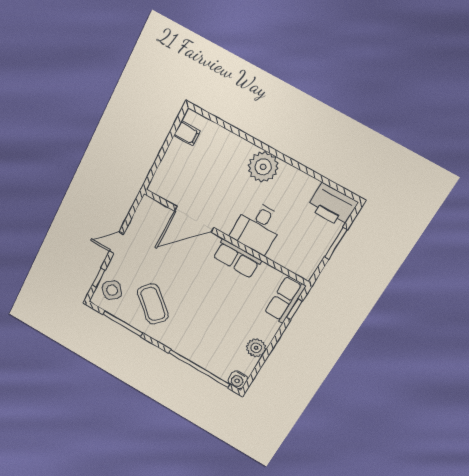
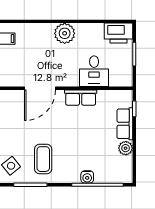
desk: (257, 227) -> (94, 71), moved
row of seats: (285, 300) -> (125, 124), moved
coffee table: (153, 304) -> (43, 159), turned 48
water cooler: (238, 380) -> (87, 177), moved

